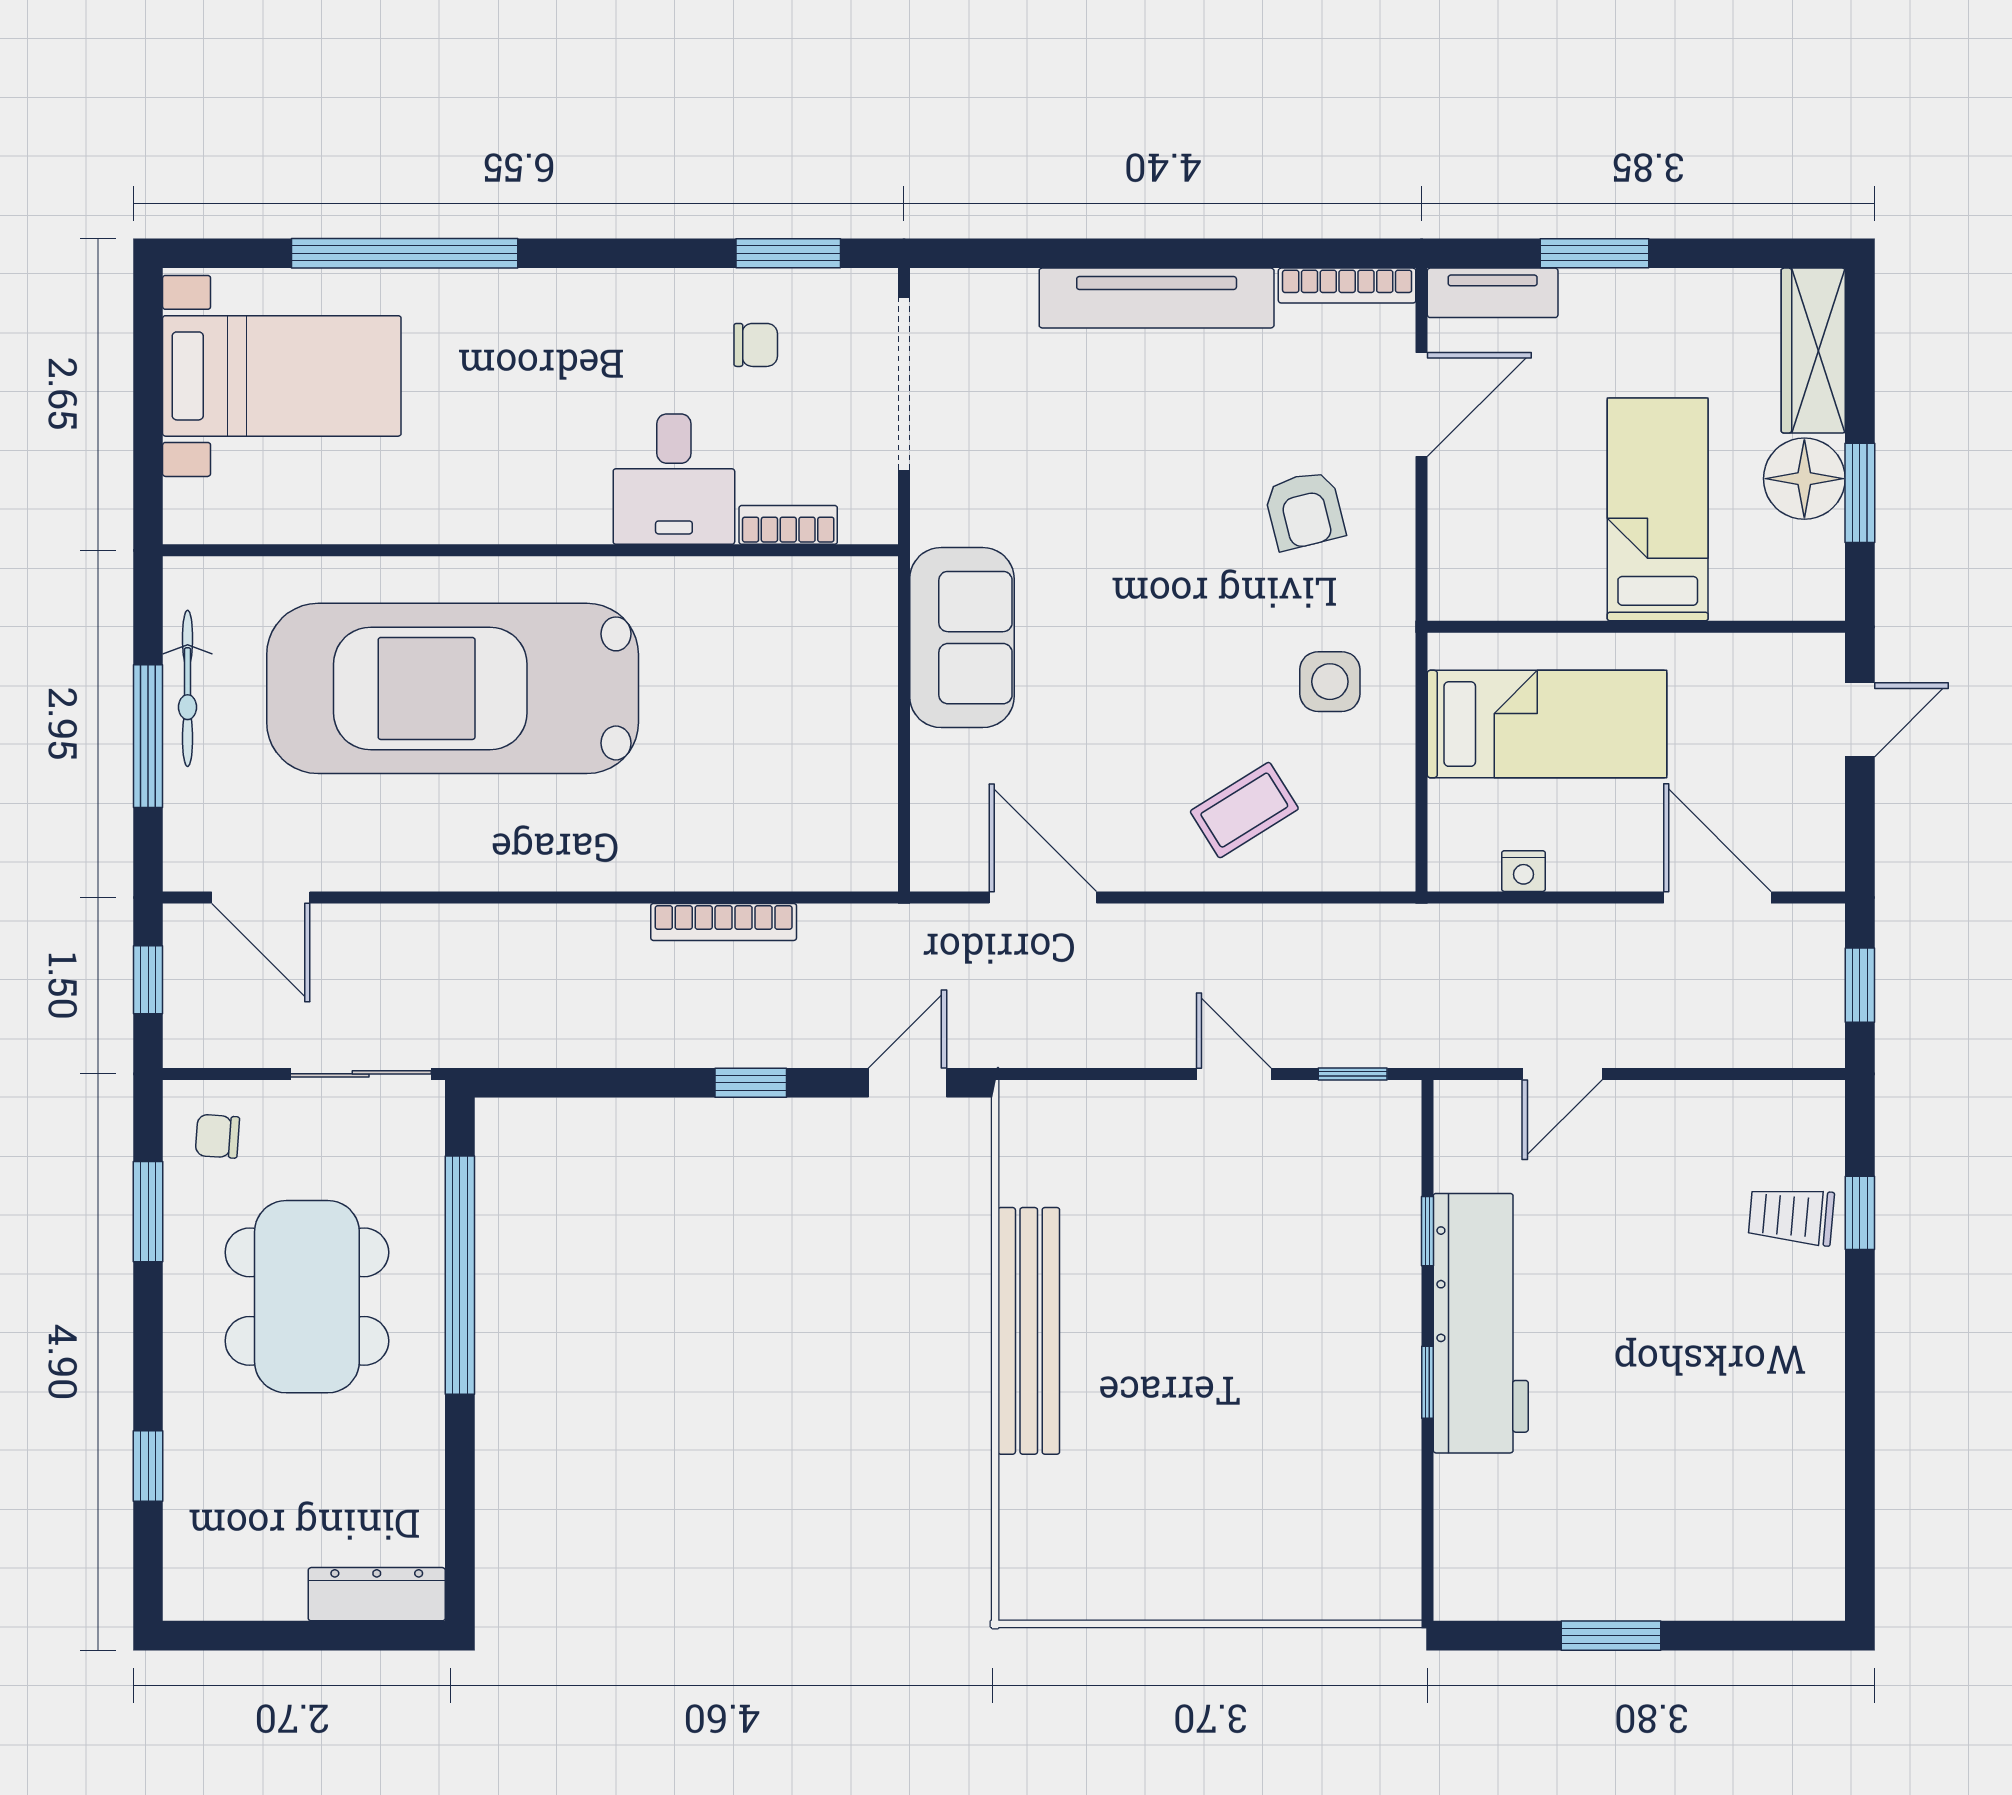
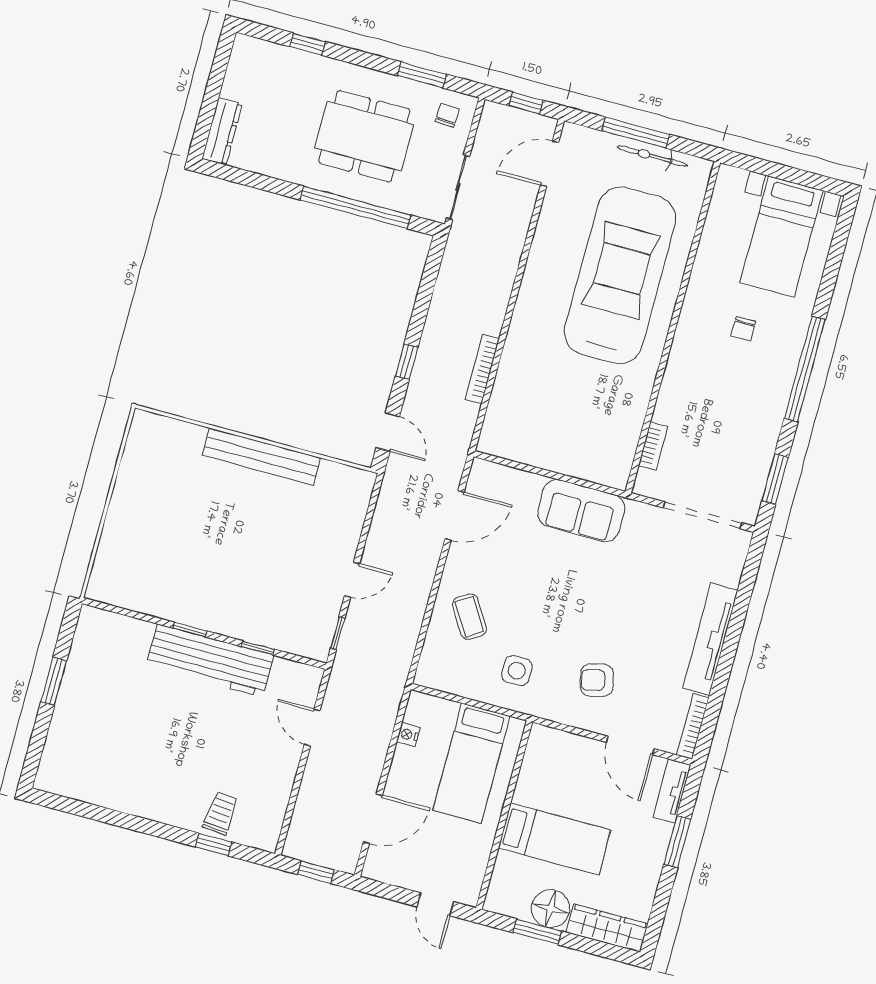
window: (405, 253) -> (805, 369), moved
chair: (756, 345) -> (743, 329), moved
desk: (674, 479) -> (687, 400), removed

